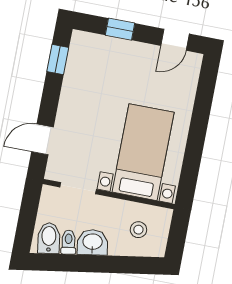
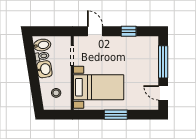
window: (120, 29) -> (163, 62), width x2.17
window: (58, 60) -> (129, 31), moved
window: (198, 131) -> (116, 115), added

